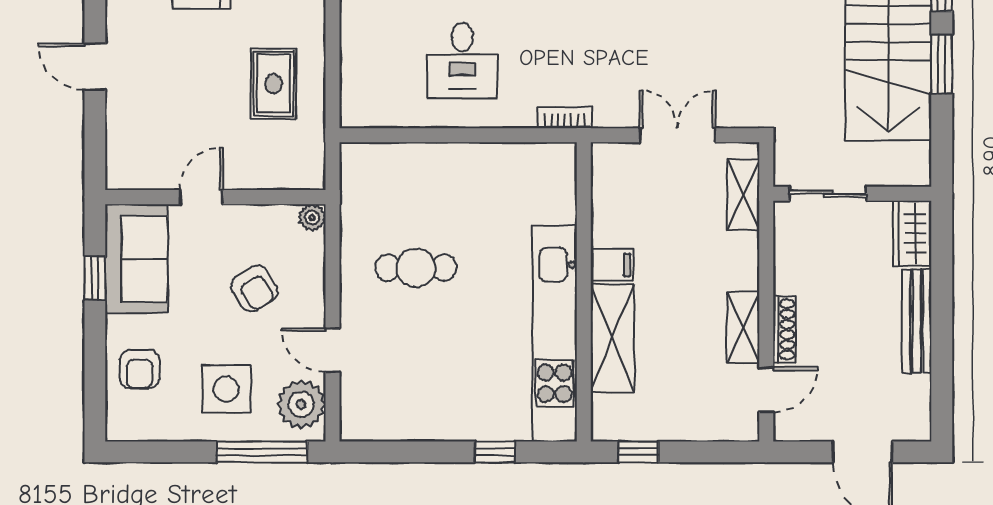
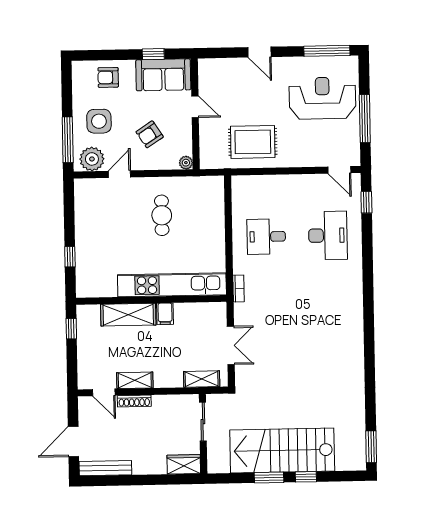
door: (95, 67) -> (259, 52), swing flipped
rug: (273, 84) -> (253, 142), width x1.36, depth x1.43
bench: (917, 321) -> (105, 468), moved
kitchen unit: (555, 334) -> (172, 285), moved

